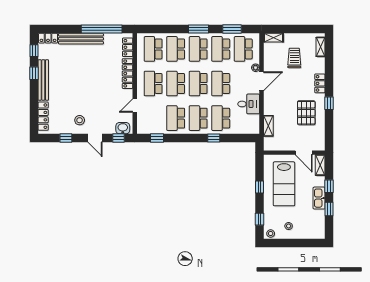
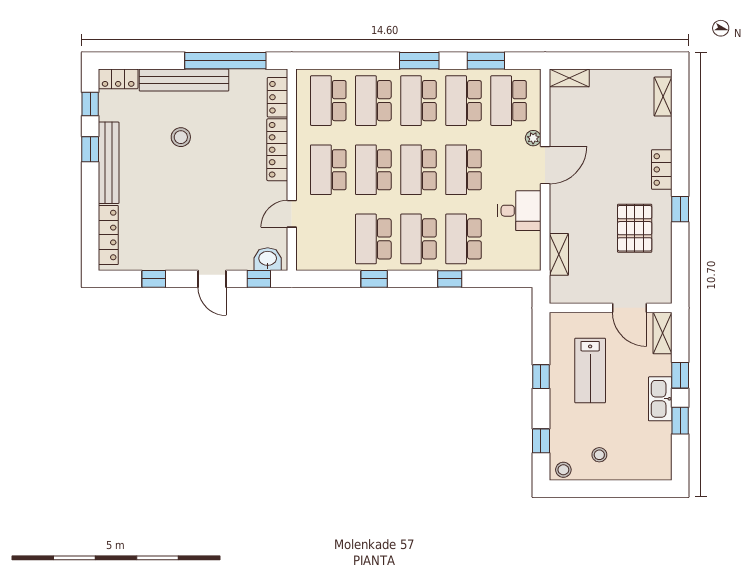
trolley: (294, 58) -> (611, 119), removed
stool: (80, 120) -> (181, 137), moved
window: (157, 138) -> (374, 279), moved
lab bench: (284, 184) -> (590, 370), width x0.73, depth x0.72

